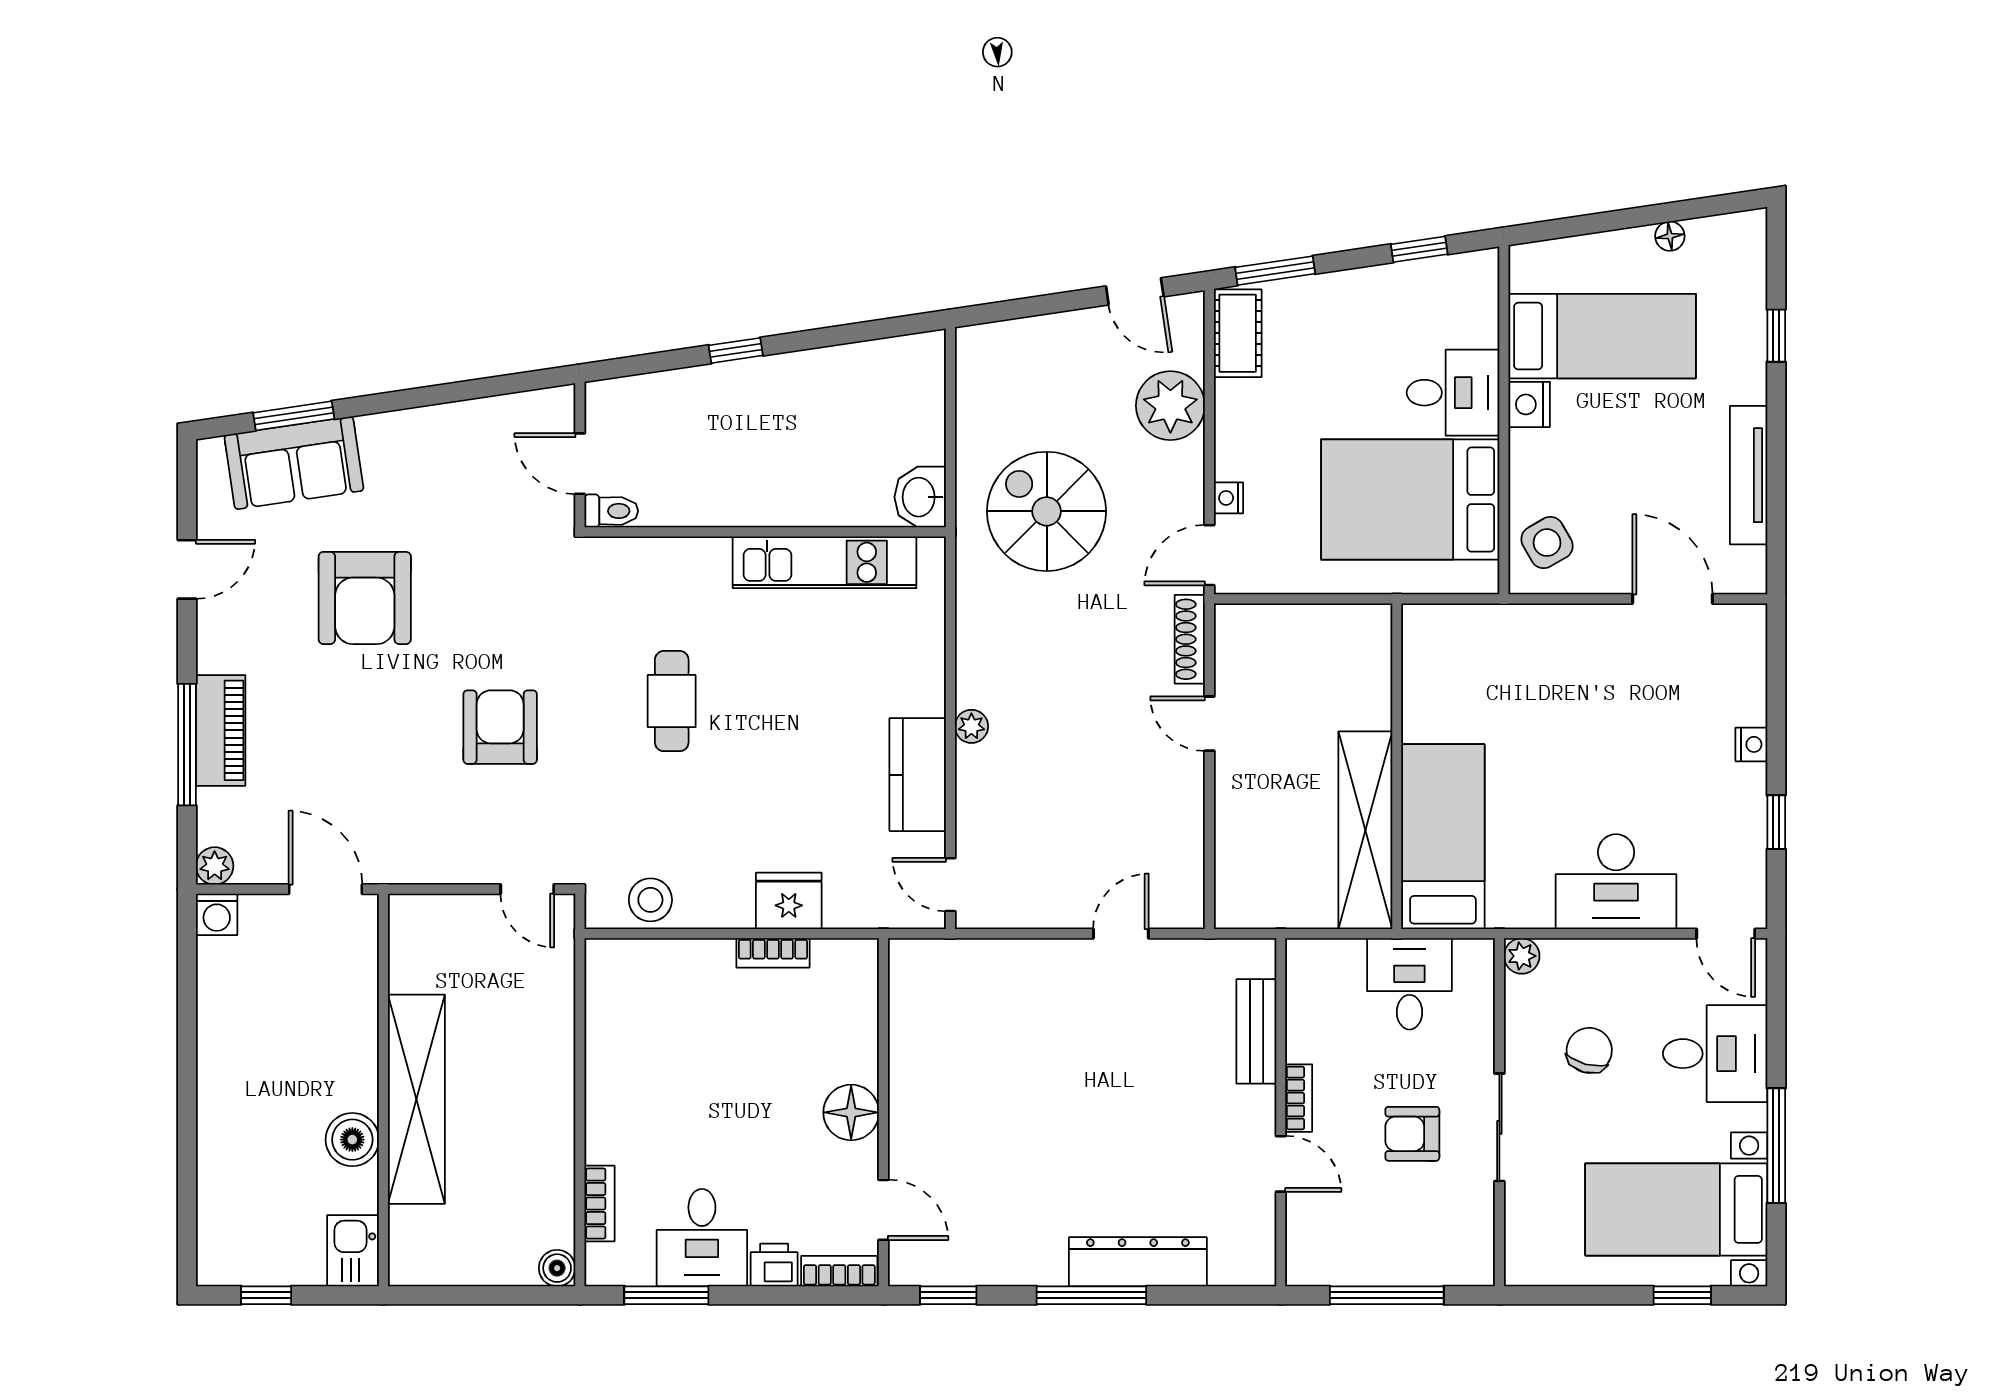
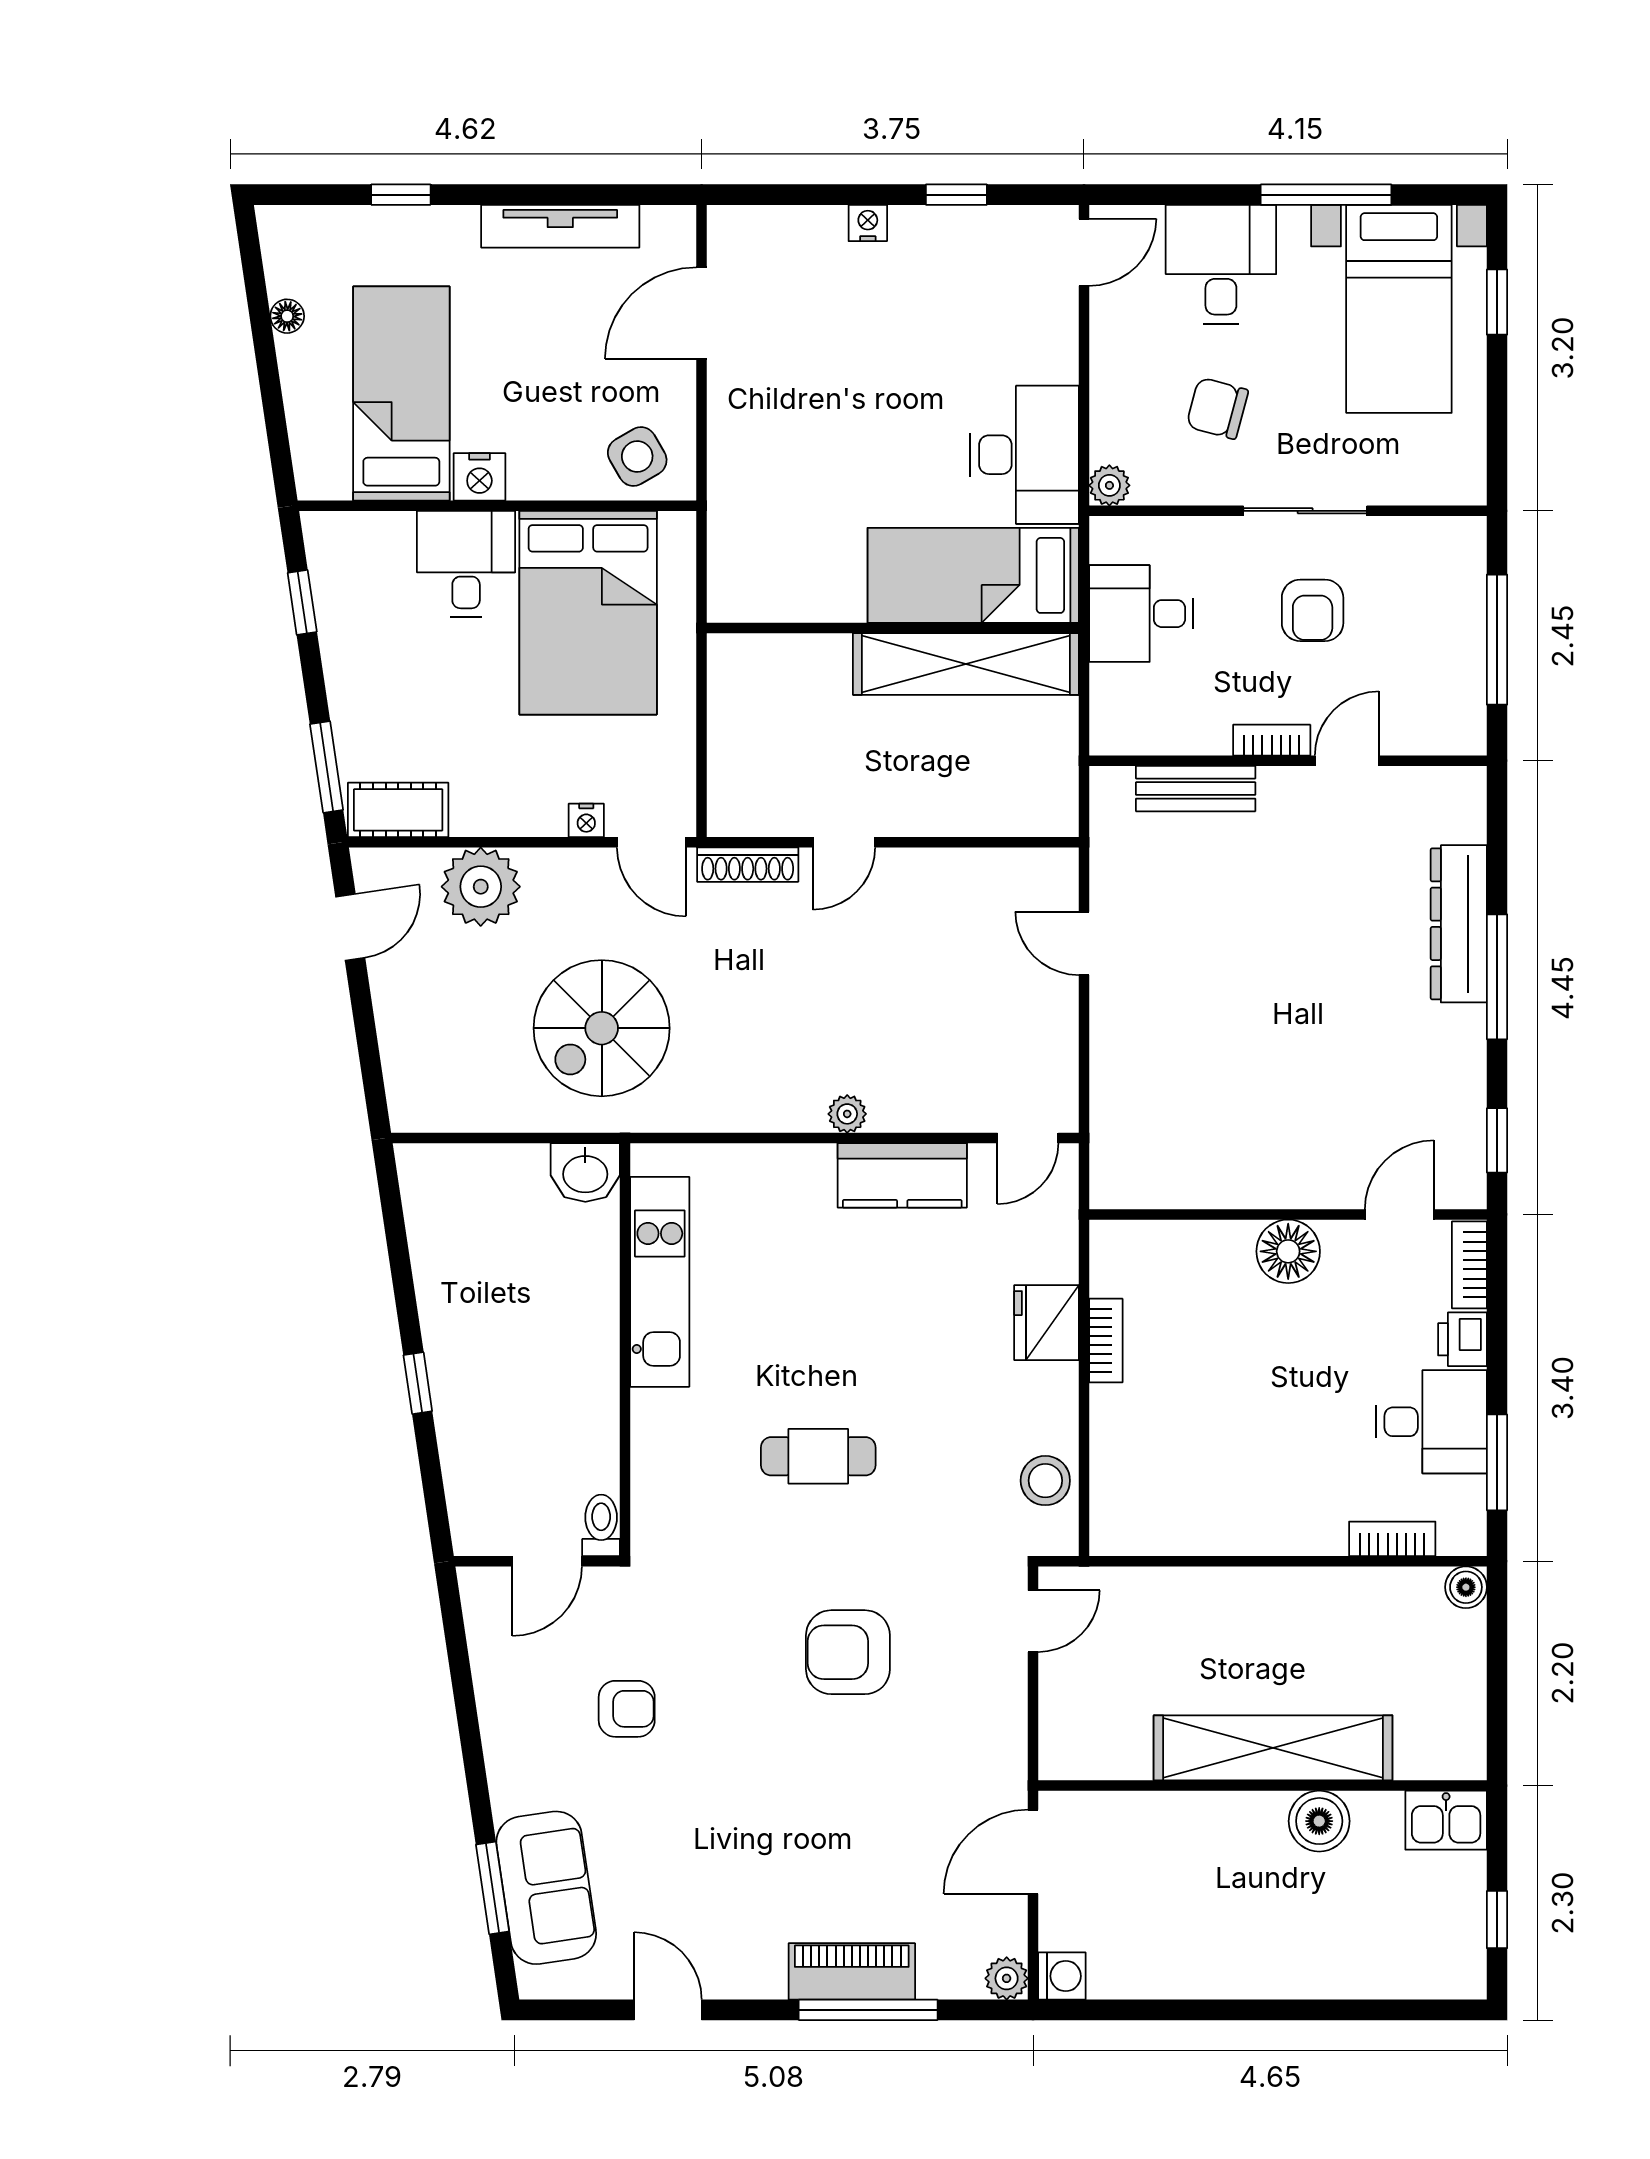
armchair: (365, 598) -> (627, 1709), moved, width x0.53, depth x0.53
desk: (1616, 882) -> (1025, 455), moved

